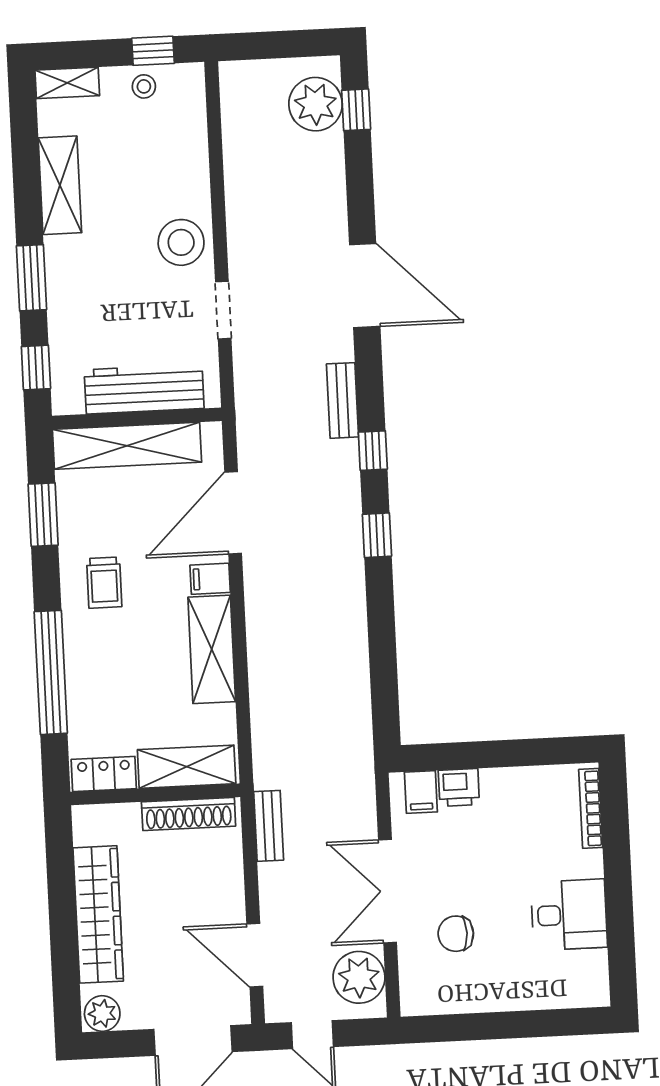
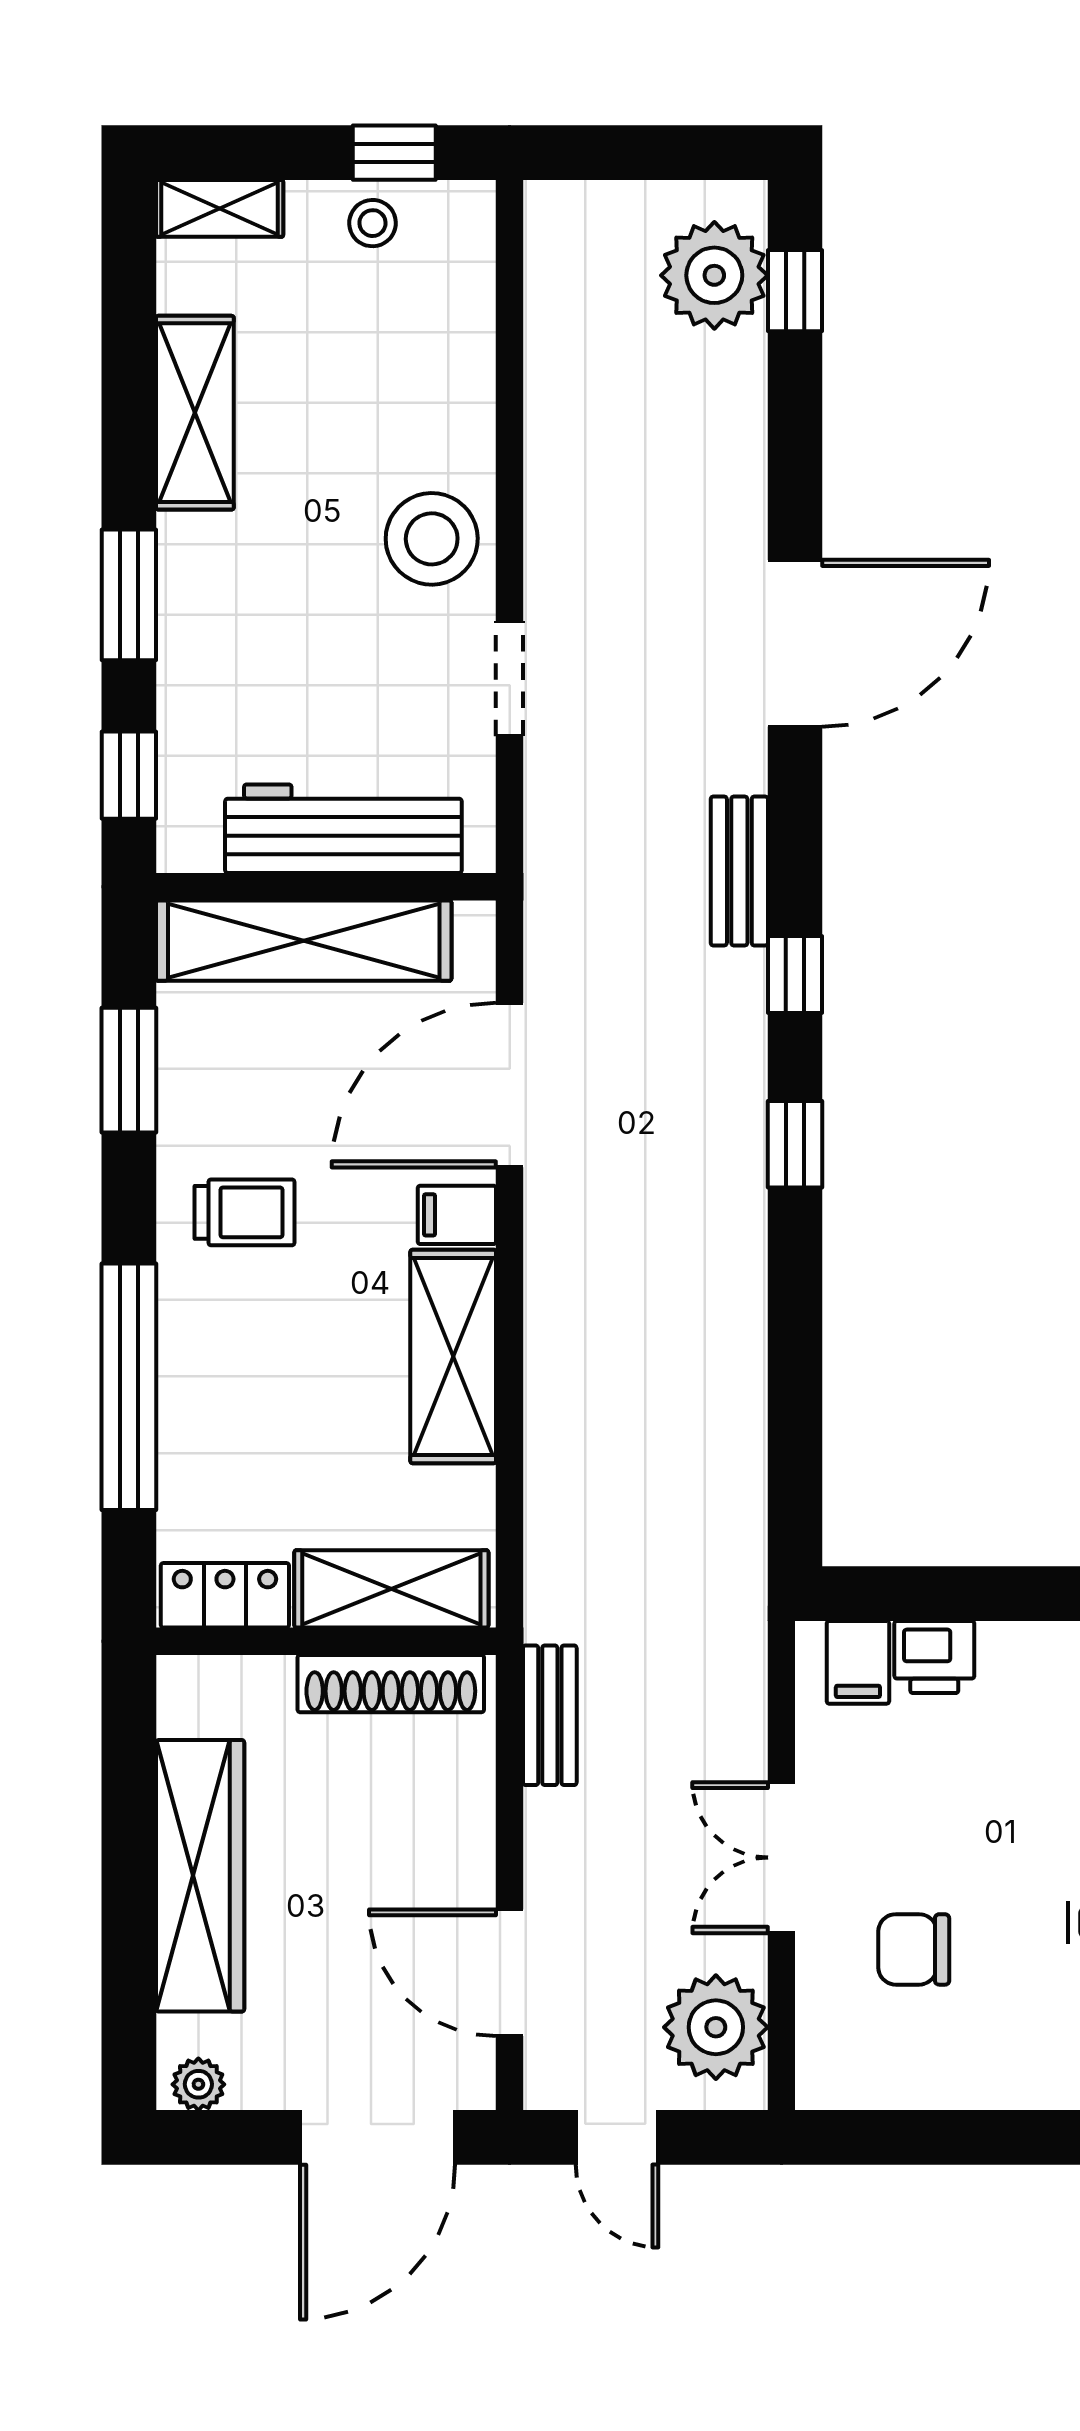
door: (365, 286) -> (795, 643), hinge flipped
trolley: (104, 583) -> (244, 1212), turned -90
double door: (388, 891) -> (781, 1858), width x0.73
plant: (102, 1014) -> (198, 2084), width x0.73, depth x0.73

